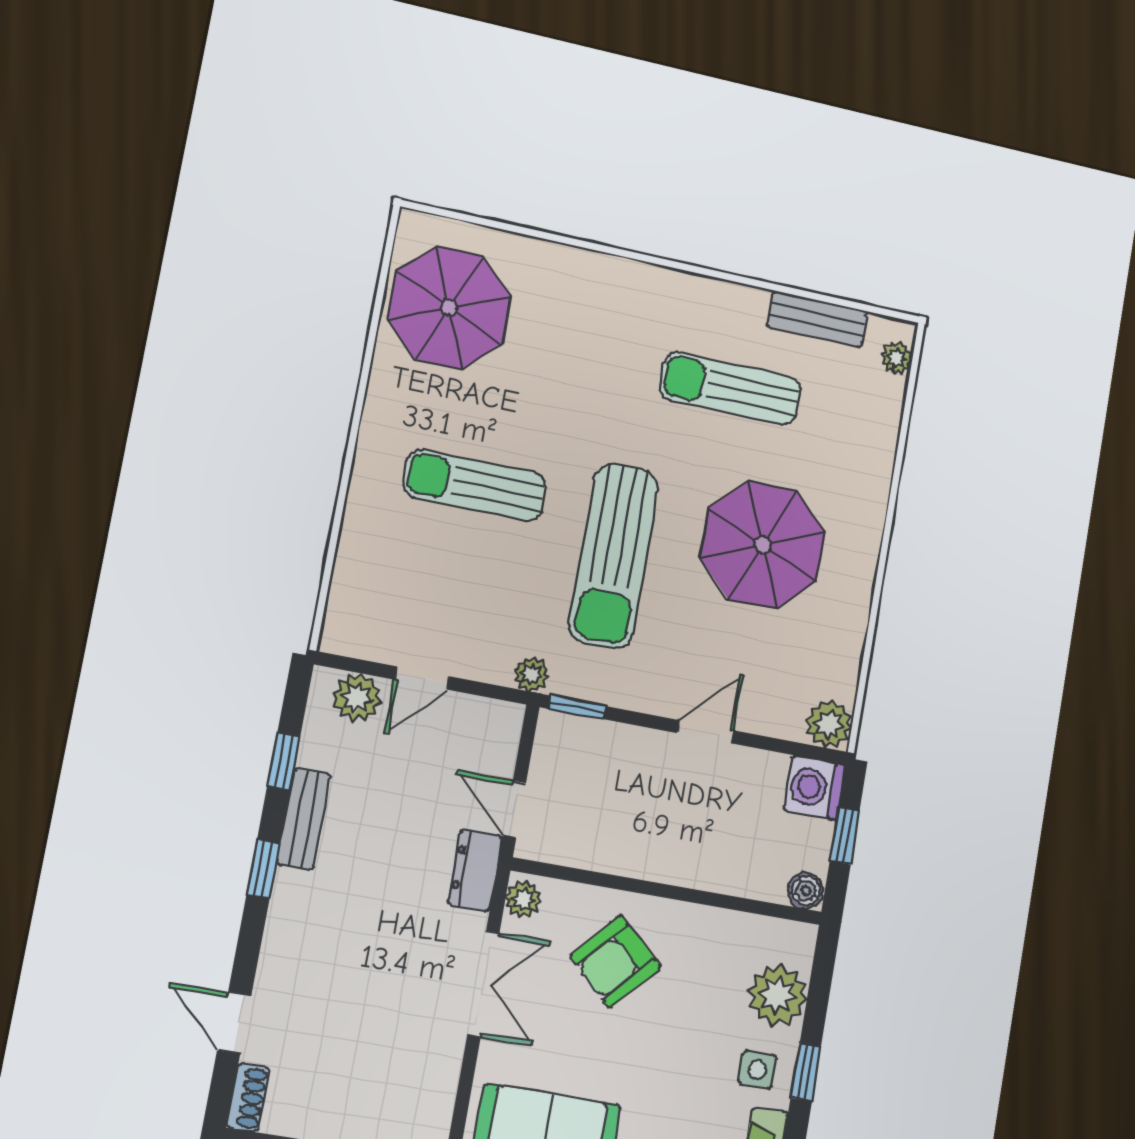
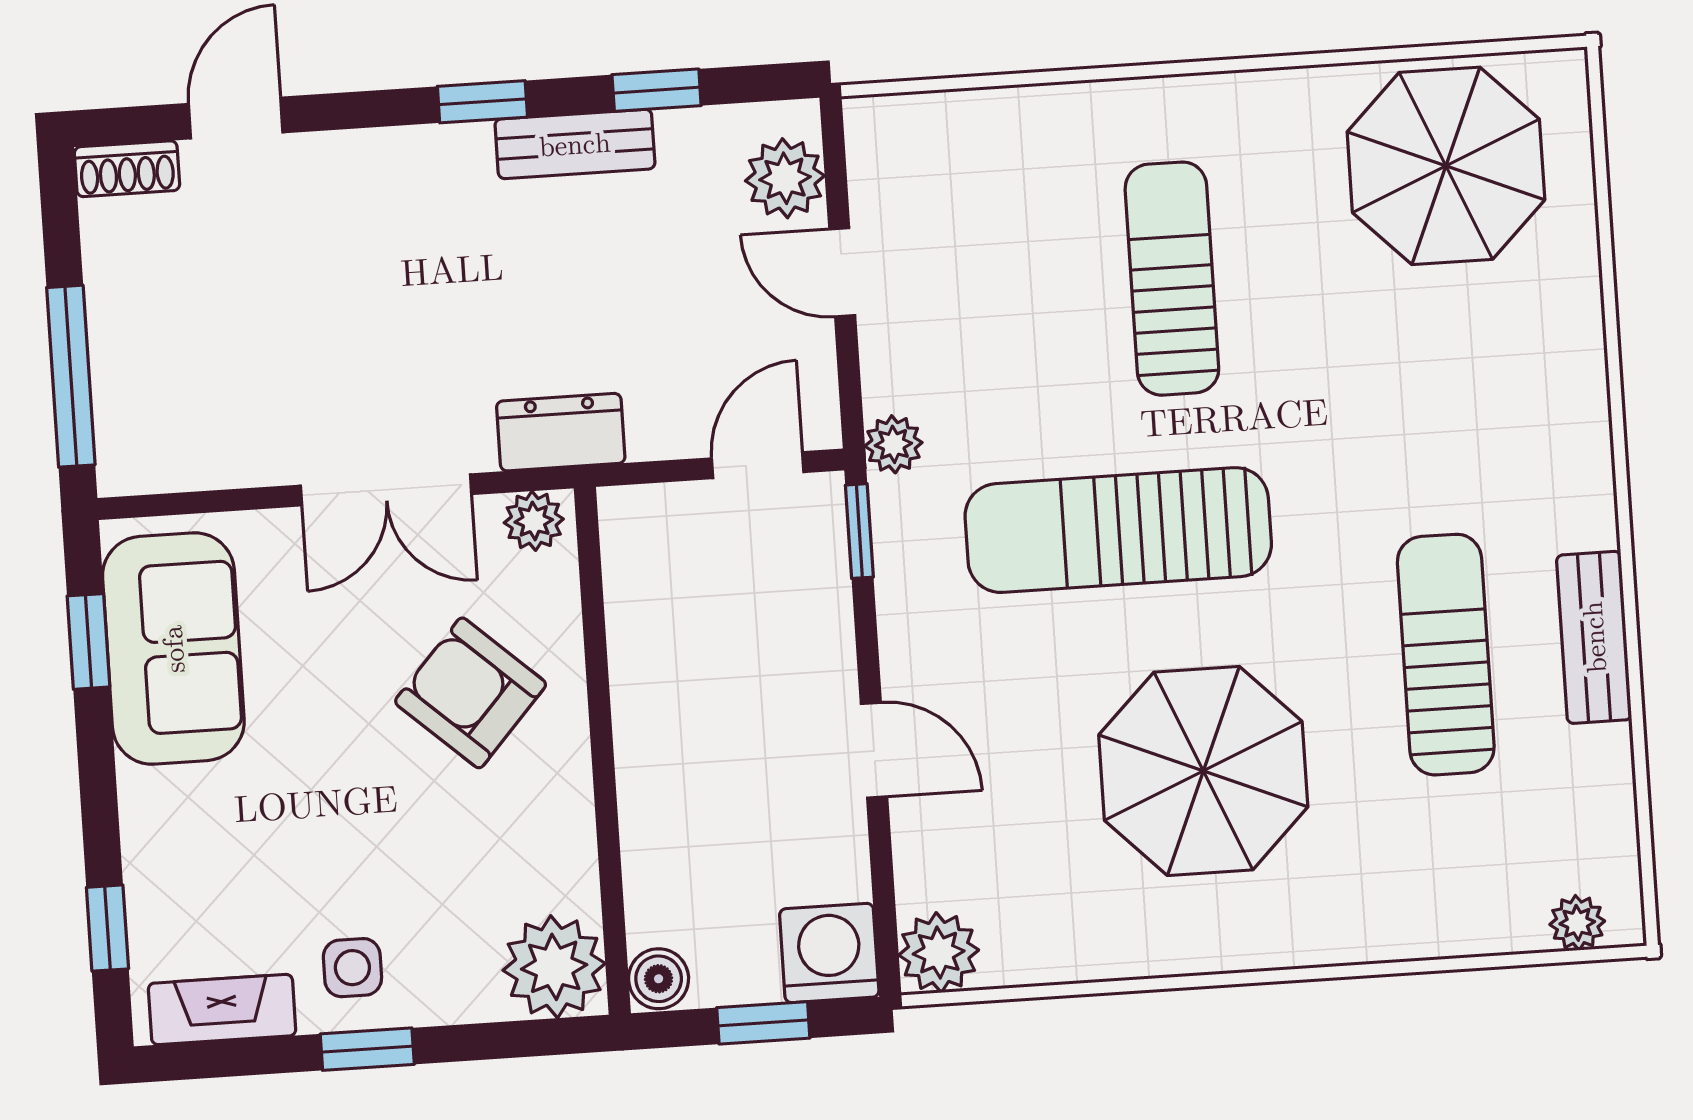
bench: (818, 319) -> (1594, 637), moved
door: (514, 809) -> (758, 465), moved
plant: (777, 995) -> (554, 967), moved

